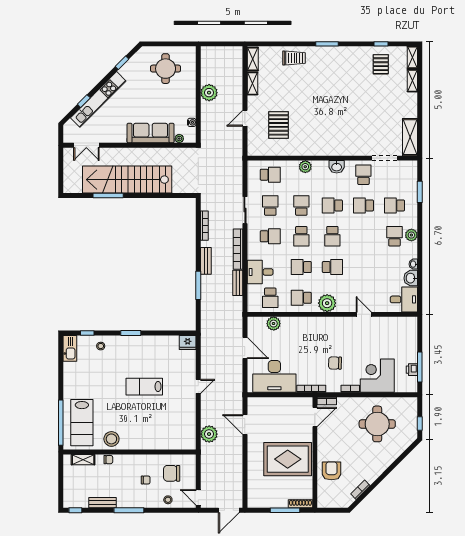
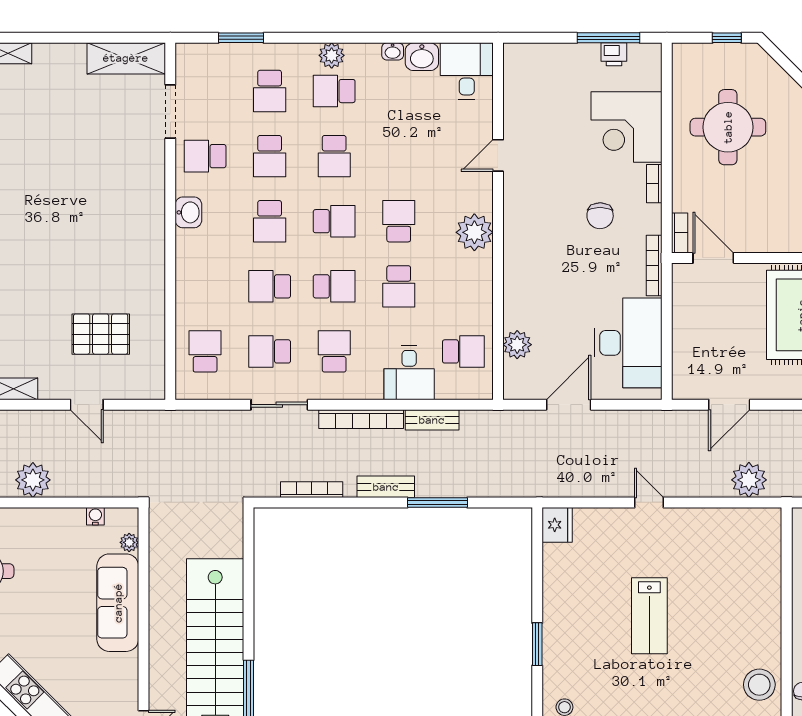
plant: (305, 167) -> (188, 278), removed
school desk: (301, 298) -> (334, 156), moved

